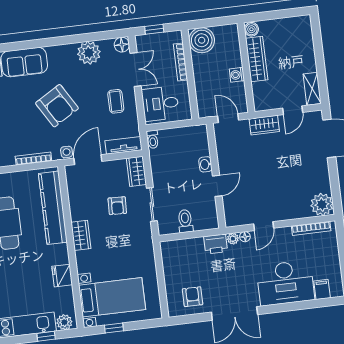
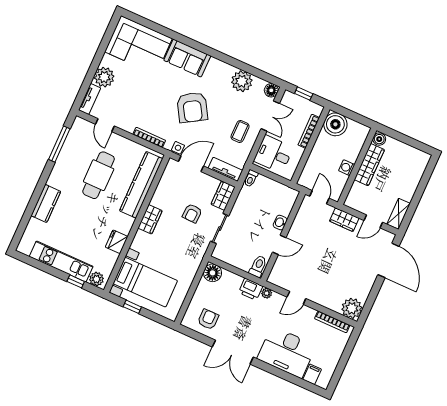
toilet: (185, 221) -> (258, 266), moved
floor lamp: (245, 237) -> (213, 273), moved, width x1.89, depth x1.89

